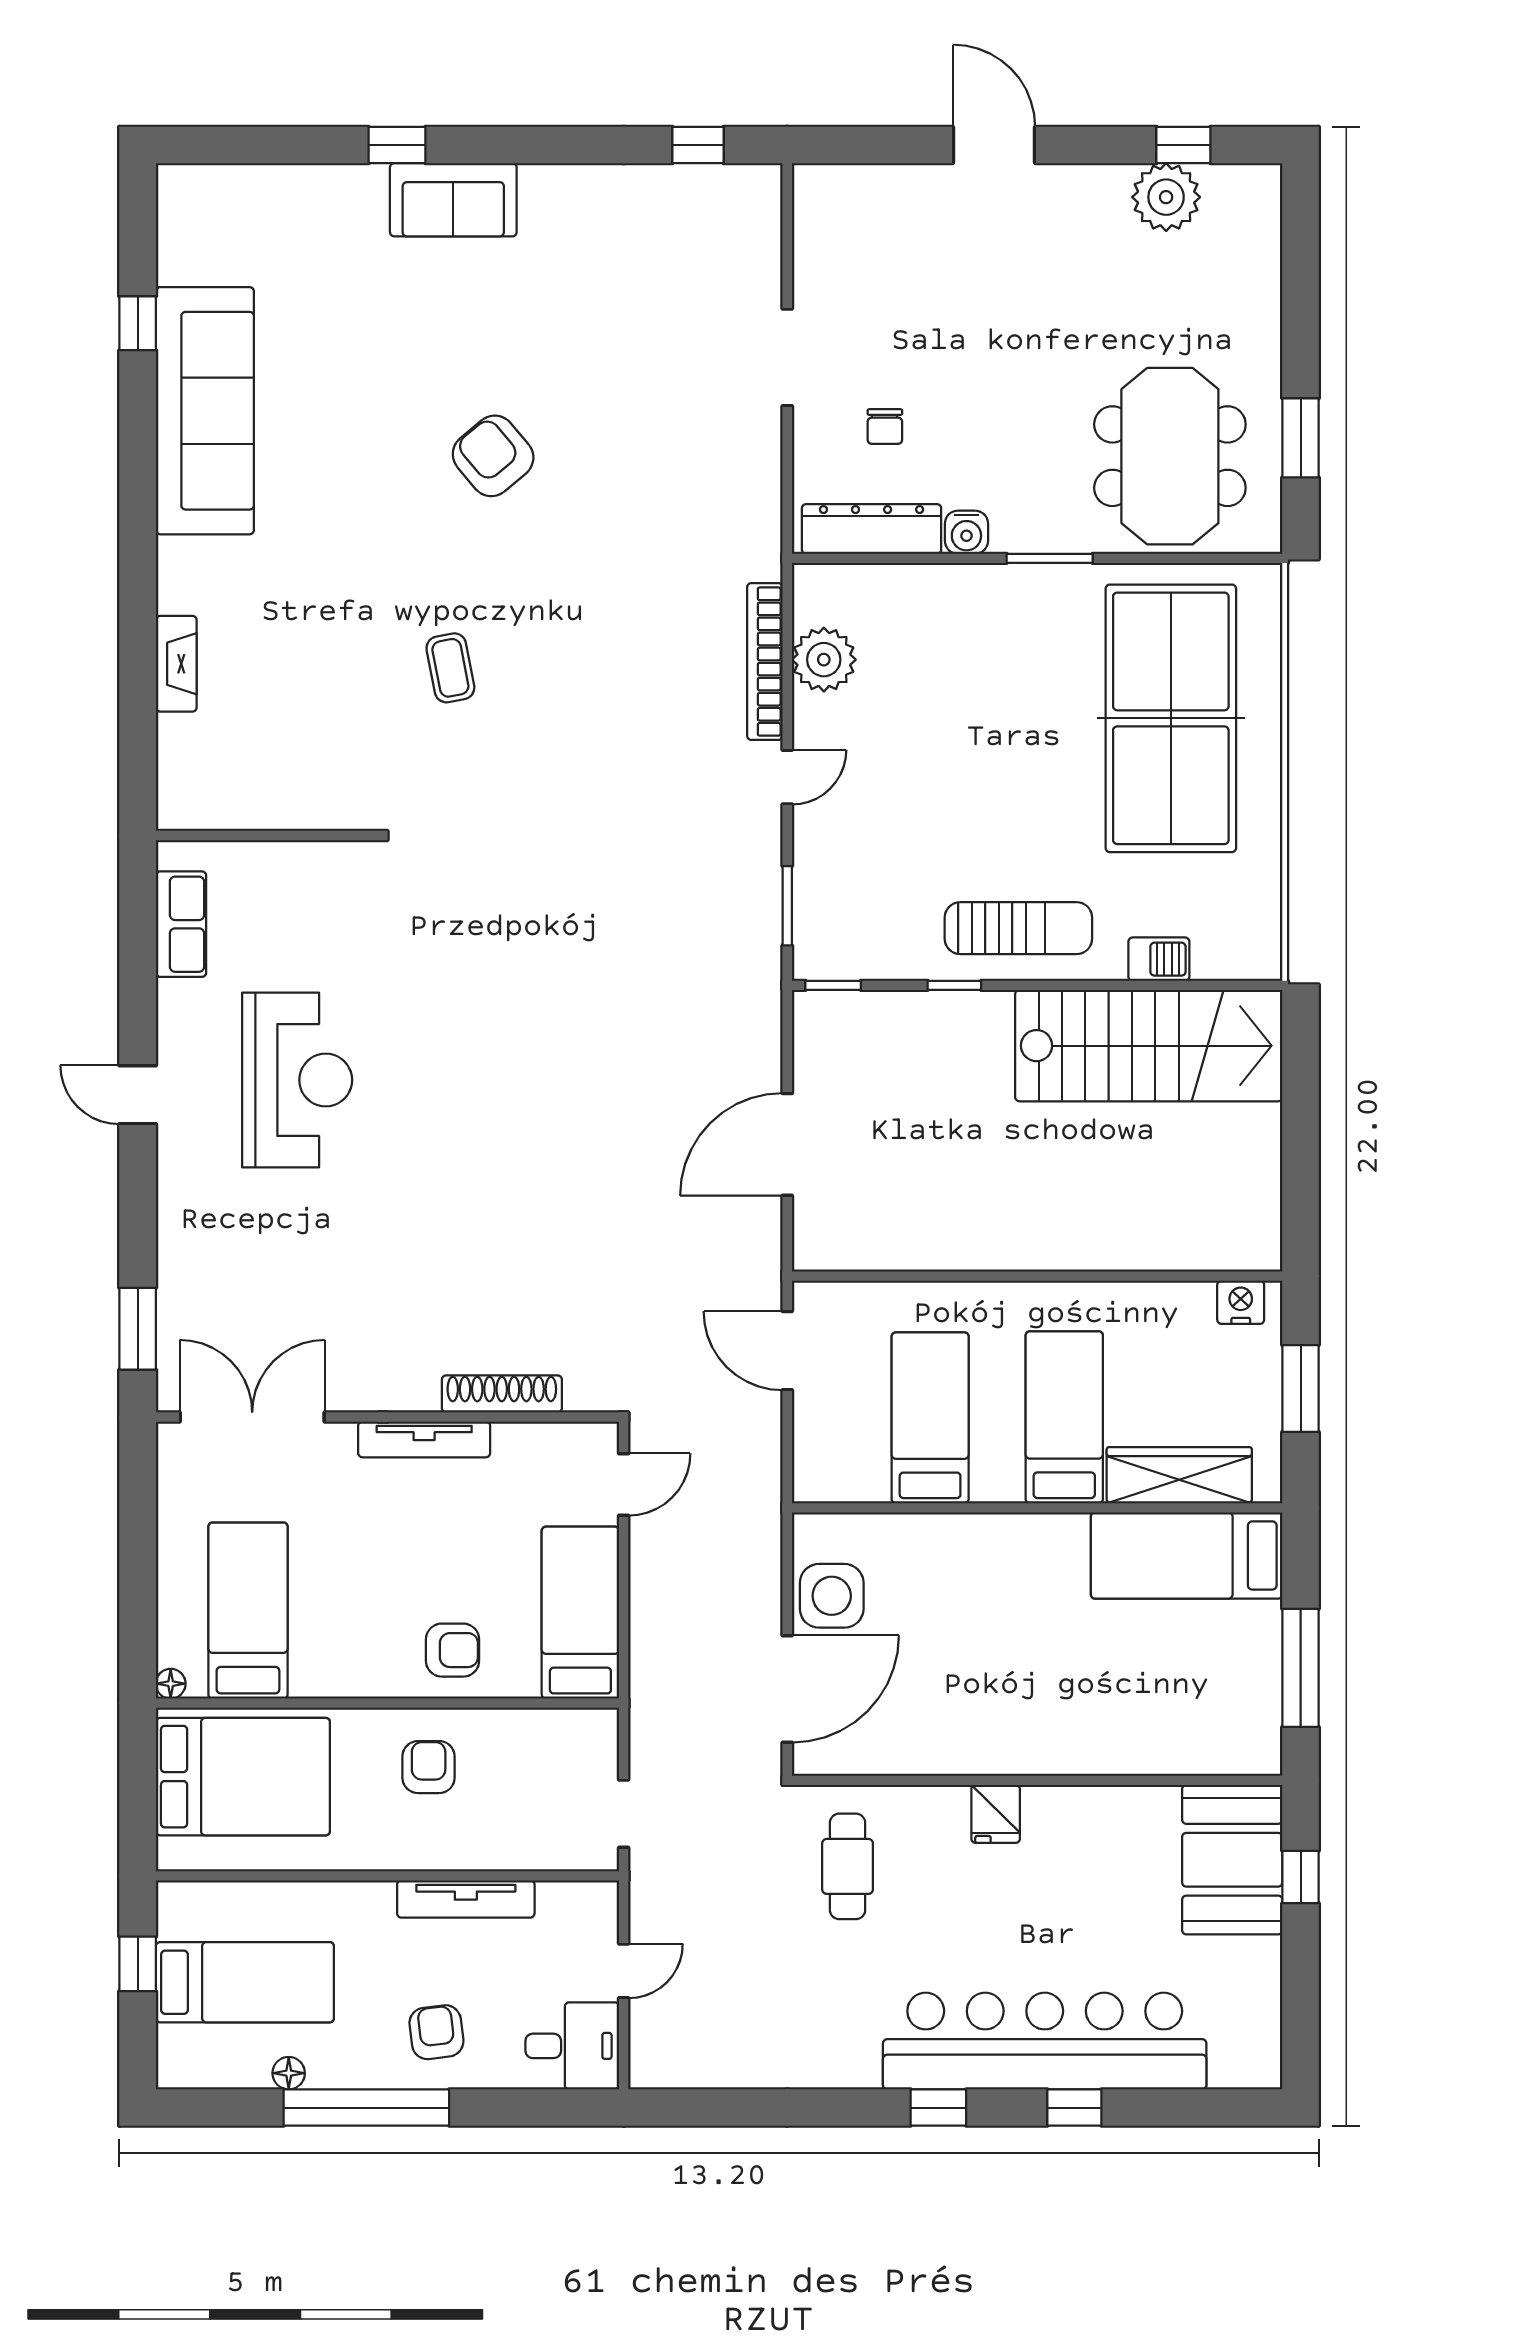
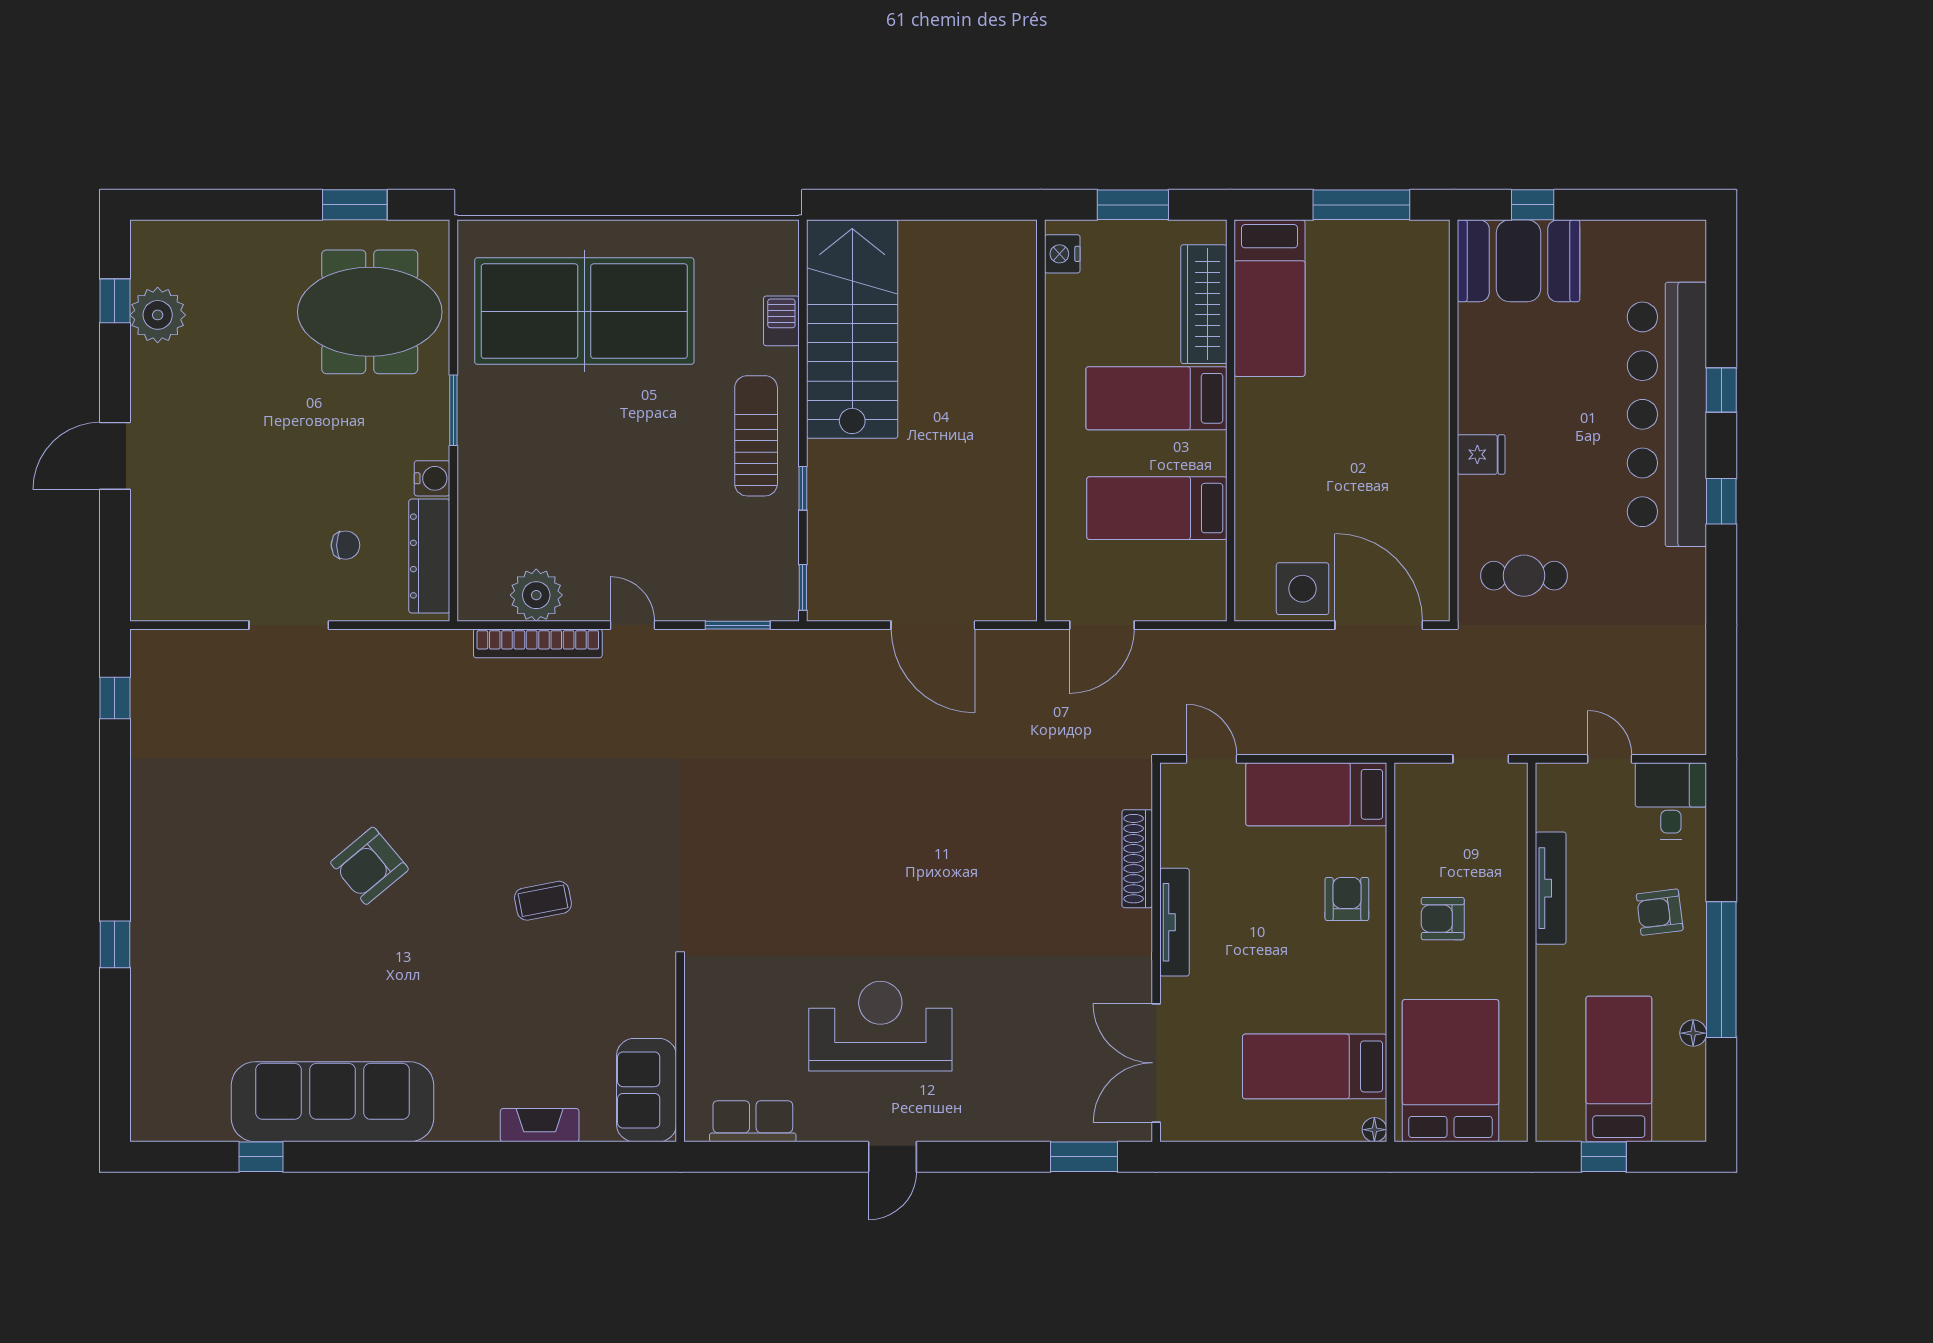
sofa: (453, 200) -> (646, 1090), moved, turned 180

